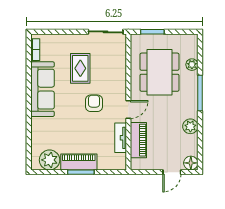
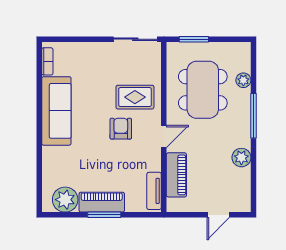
rug: (80, 68) -> (135, 97), moved, turned 90
tv unit: (121, 138) -> (154, 191), moved
floor lamp: (191, 163) -> (242, 203), removed

